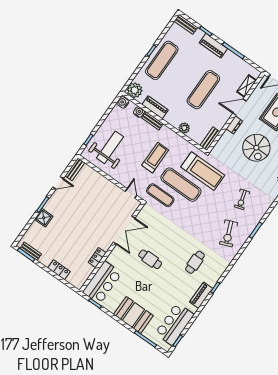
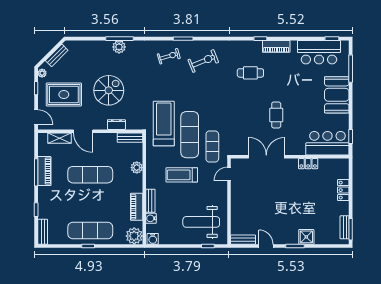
piano: (213, 46) -> (44, 171), moved
dresser: (234, 125) -> (116, 125), moved
exercise bike: (242, 199) -> (169, 56), moved

